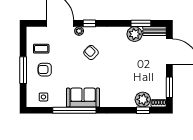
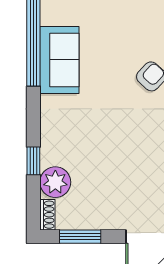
window: (143, 110) -> (33, 161), moved

